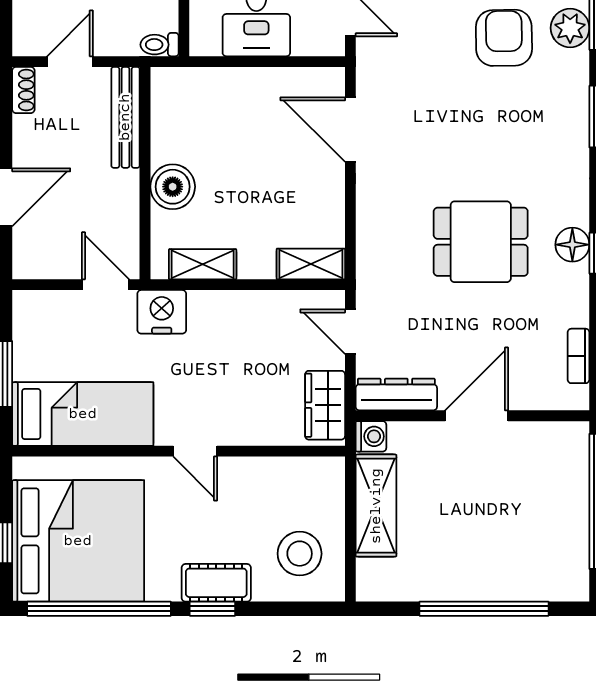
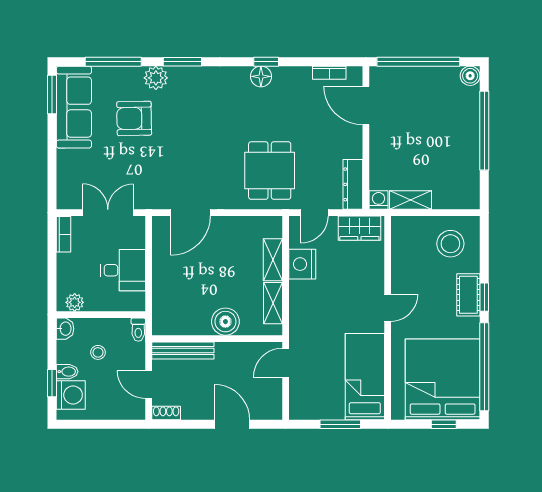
plant: (570, 28) -> (156, 78), moved
dining table: (481, 242) -> (270, 171), moved
shelving: (311, 264) -> (273, 260), moved
nightstand: (162, 312) -> (302, 264), moved
door: (477, 416) -> (366, 106), moved
shelving: (376, 506) -> (411, 200), width x0.67, depth x0.75
boiler: (573, 586) -> (470, 76), added

